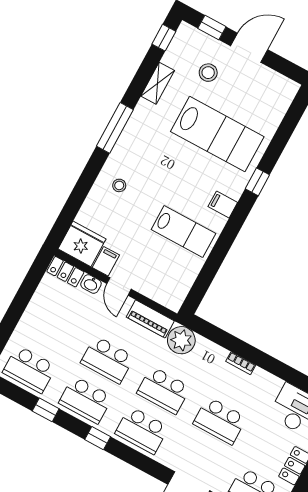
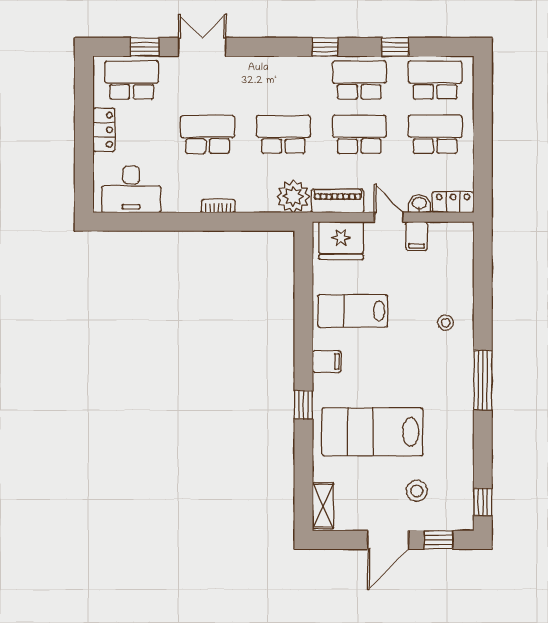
shelving: (158, 83) -> (323, 506), moved
fridge: (82, 244) -> (341, 241), moved
school desk: (142, 430) -> (435, 134), moved

